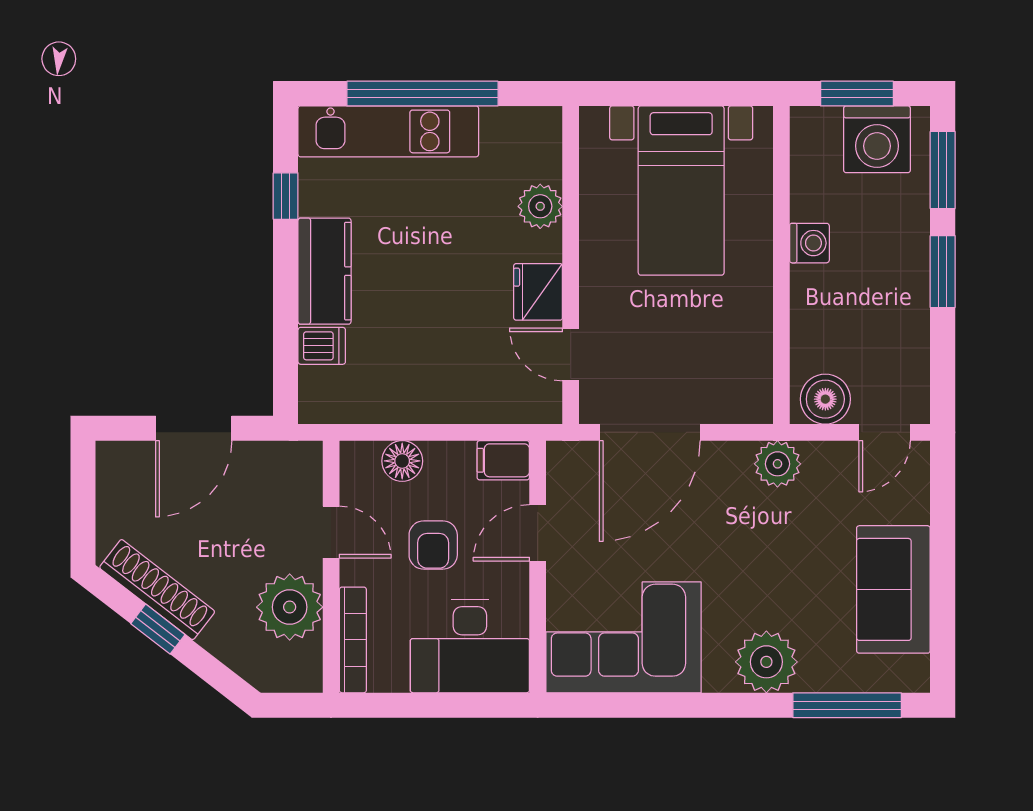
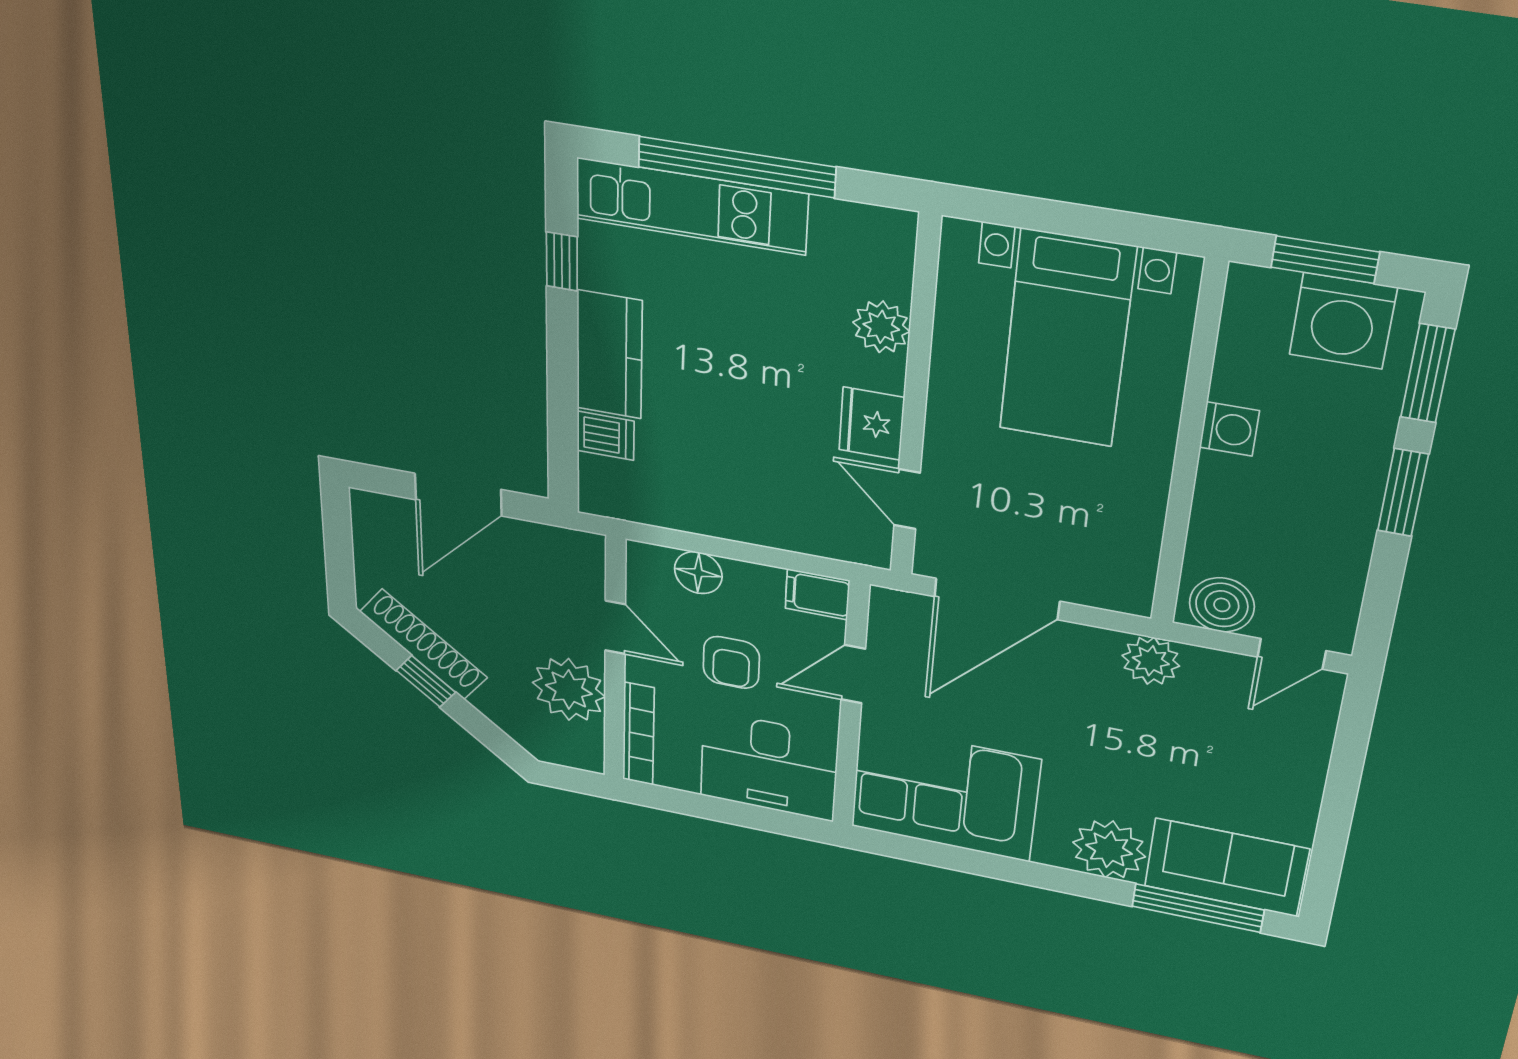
sofa: (893, 589) -> (1226, 868), moved, turned 90

